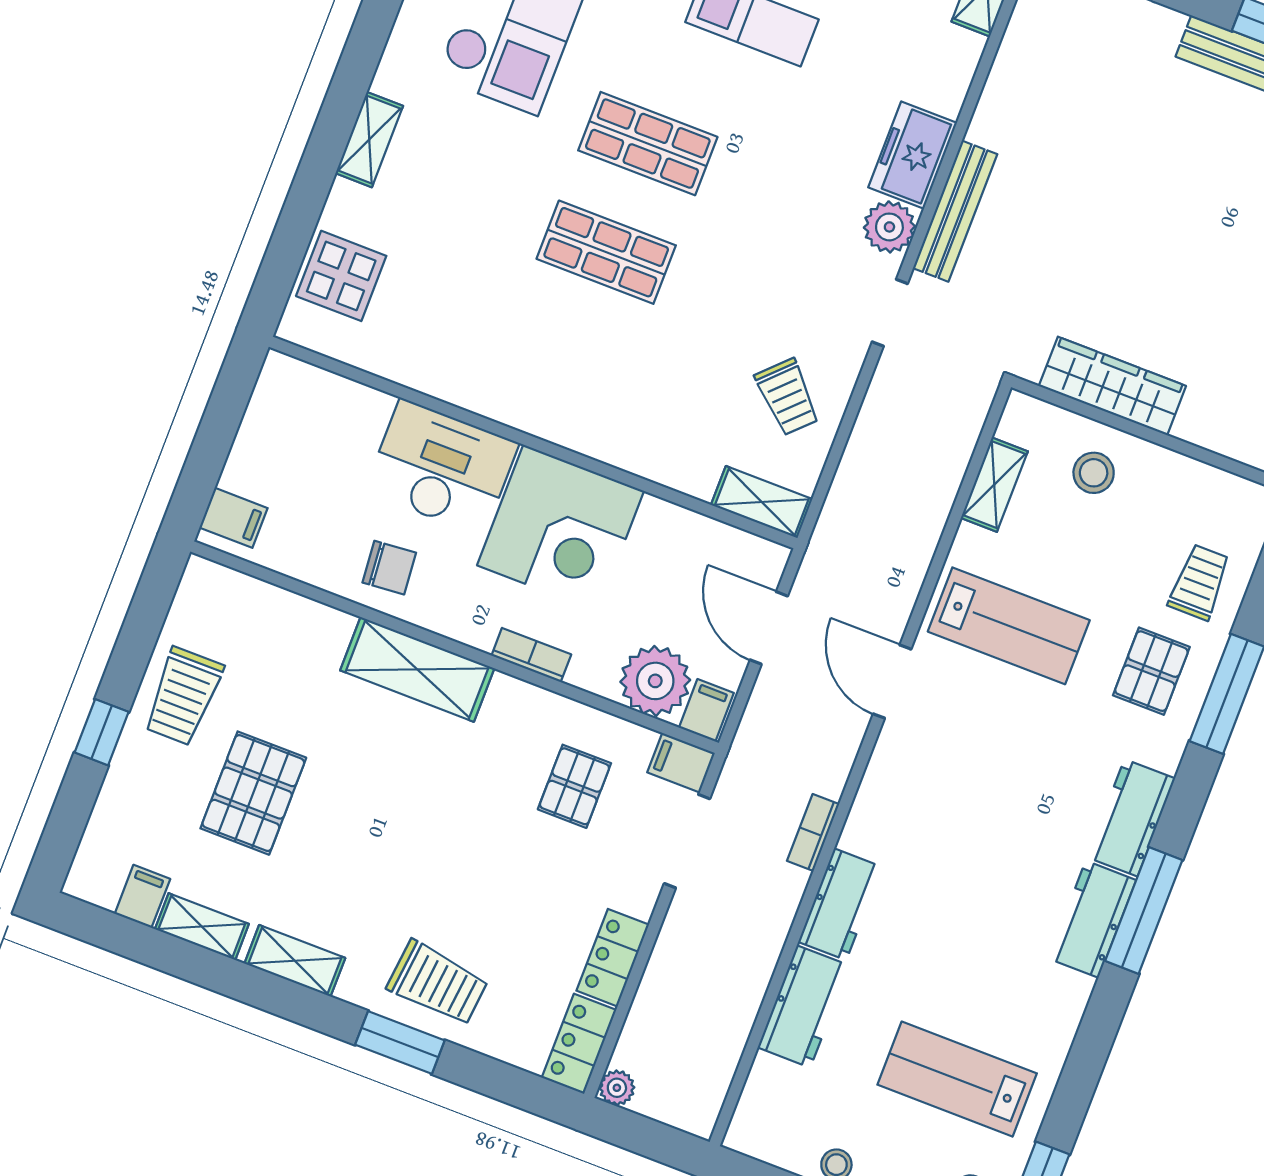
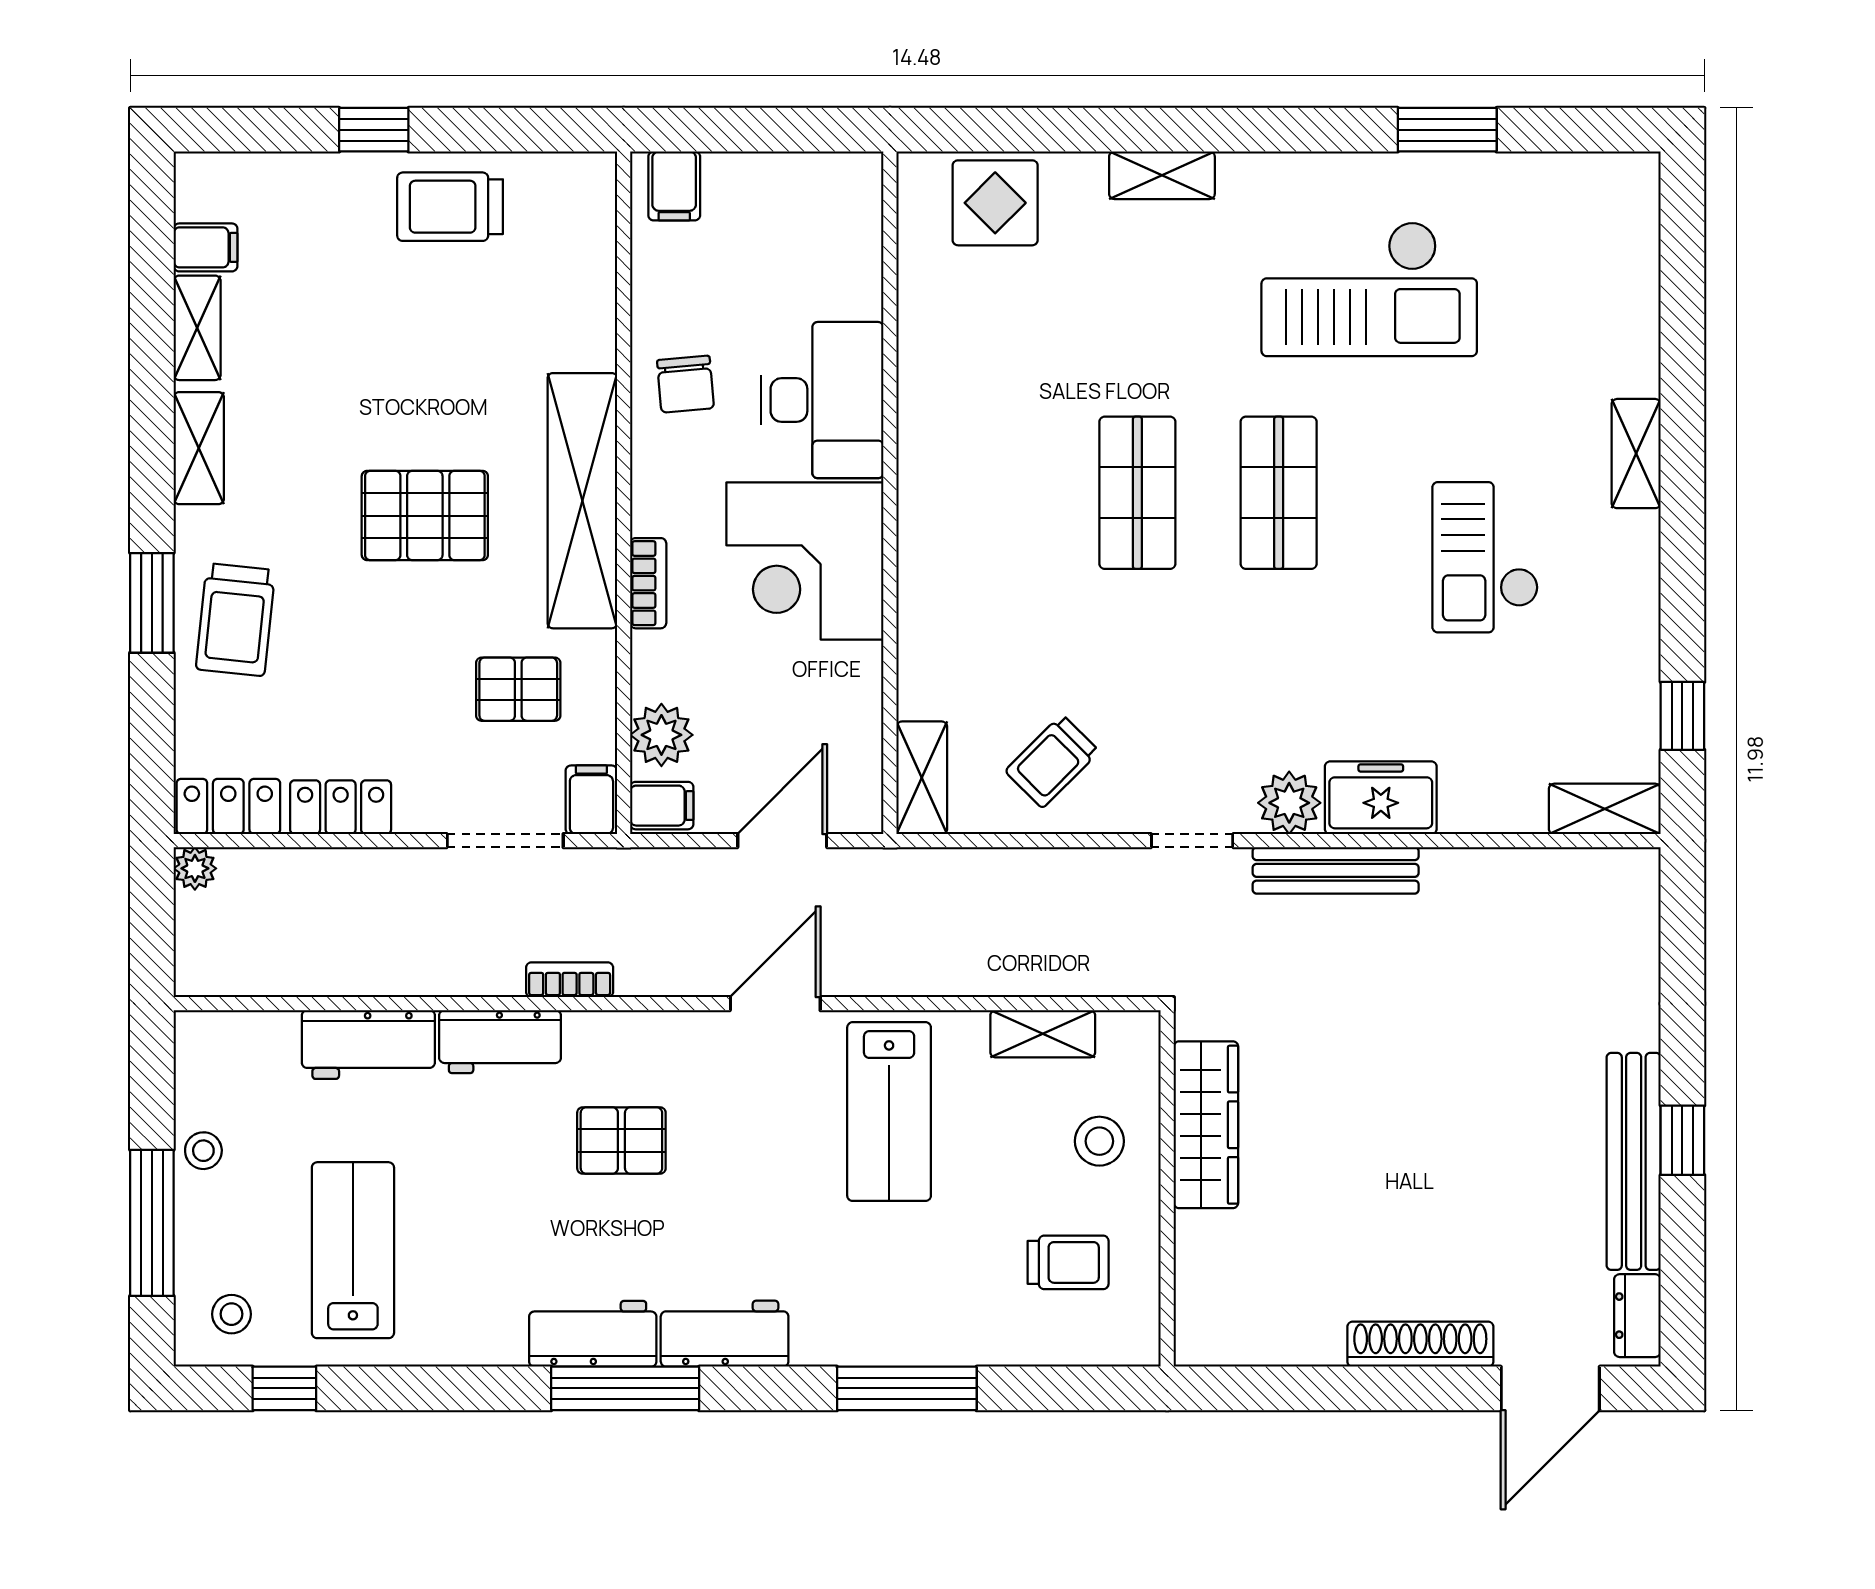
trolley: (1199, 582) -> (1068, 1262), moved
shelving: (417, 669) -> (582, 501), width x1.47
pallet: (1151, 671) -> (621, 1140), moved
plant: (655, 681) -> (661, 735), width x0.73, depth x0.73
pallet: (253, 793) -> (425, 516), moved

